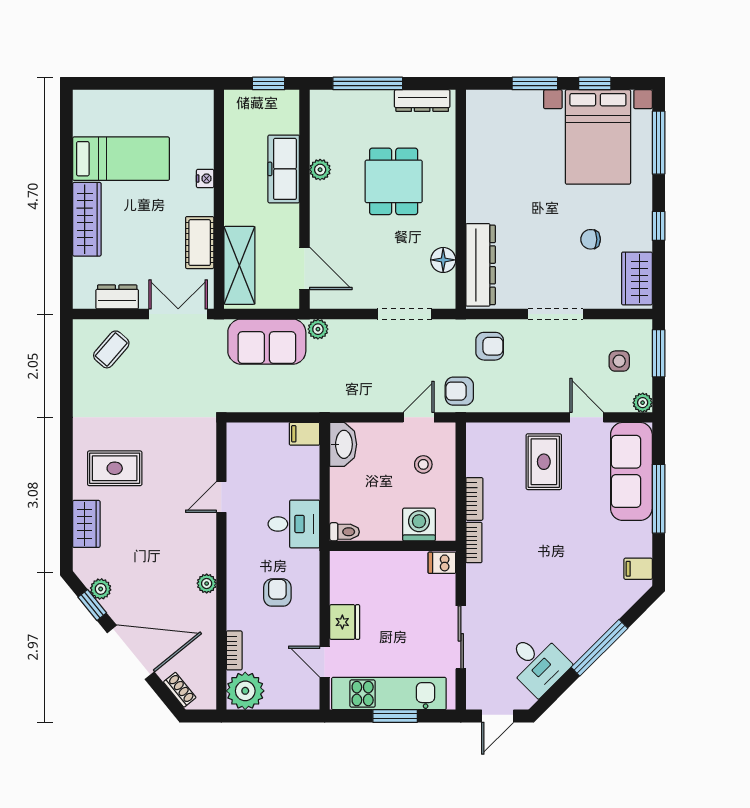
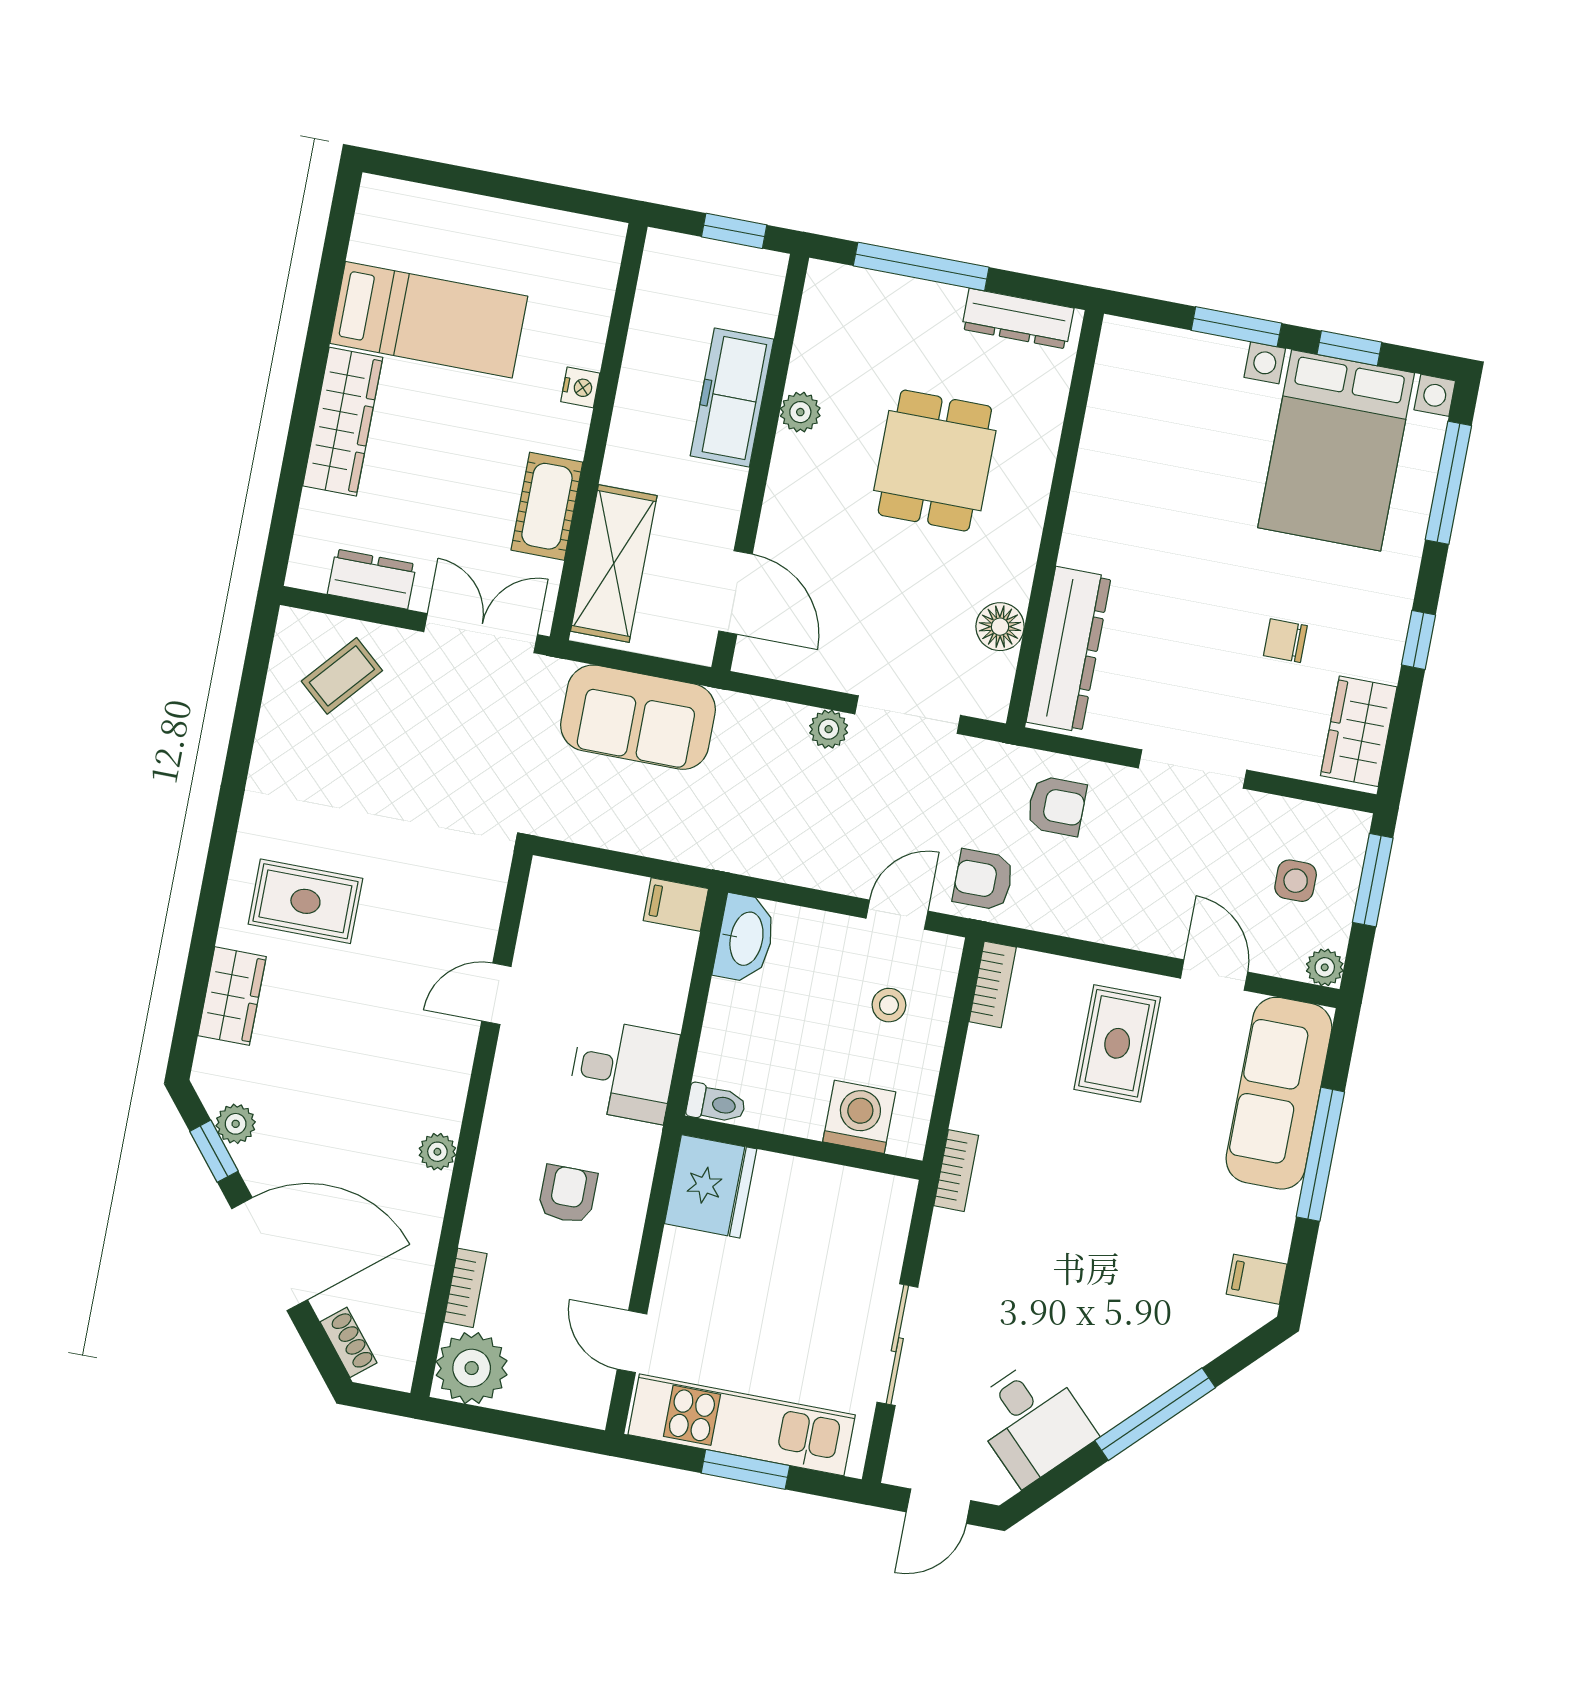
plant: (318, 329) -> (829, 729), moved
bookcase: (474, 499) -> (993, 984), moved
dishwasher: (442, 563) -> (889, 1197), removed
fridge: (345, 622) -> (711, 1186), moved, width x1.36, depth x1.34

